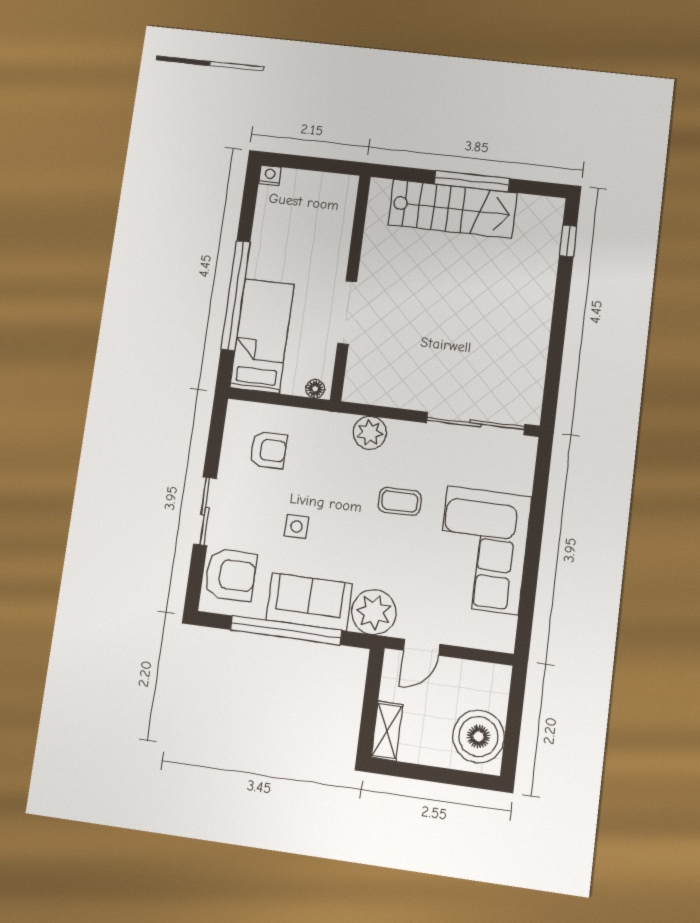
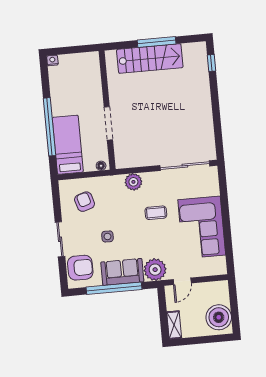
armchair: (268, 450) -> (85, 202), turned -107

